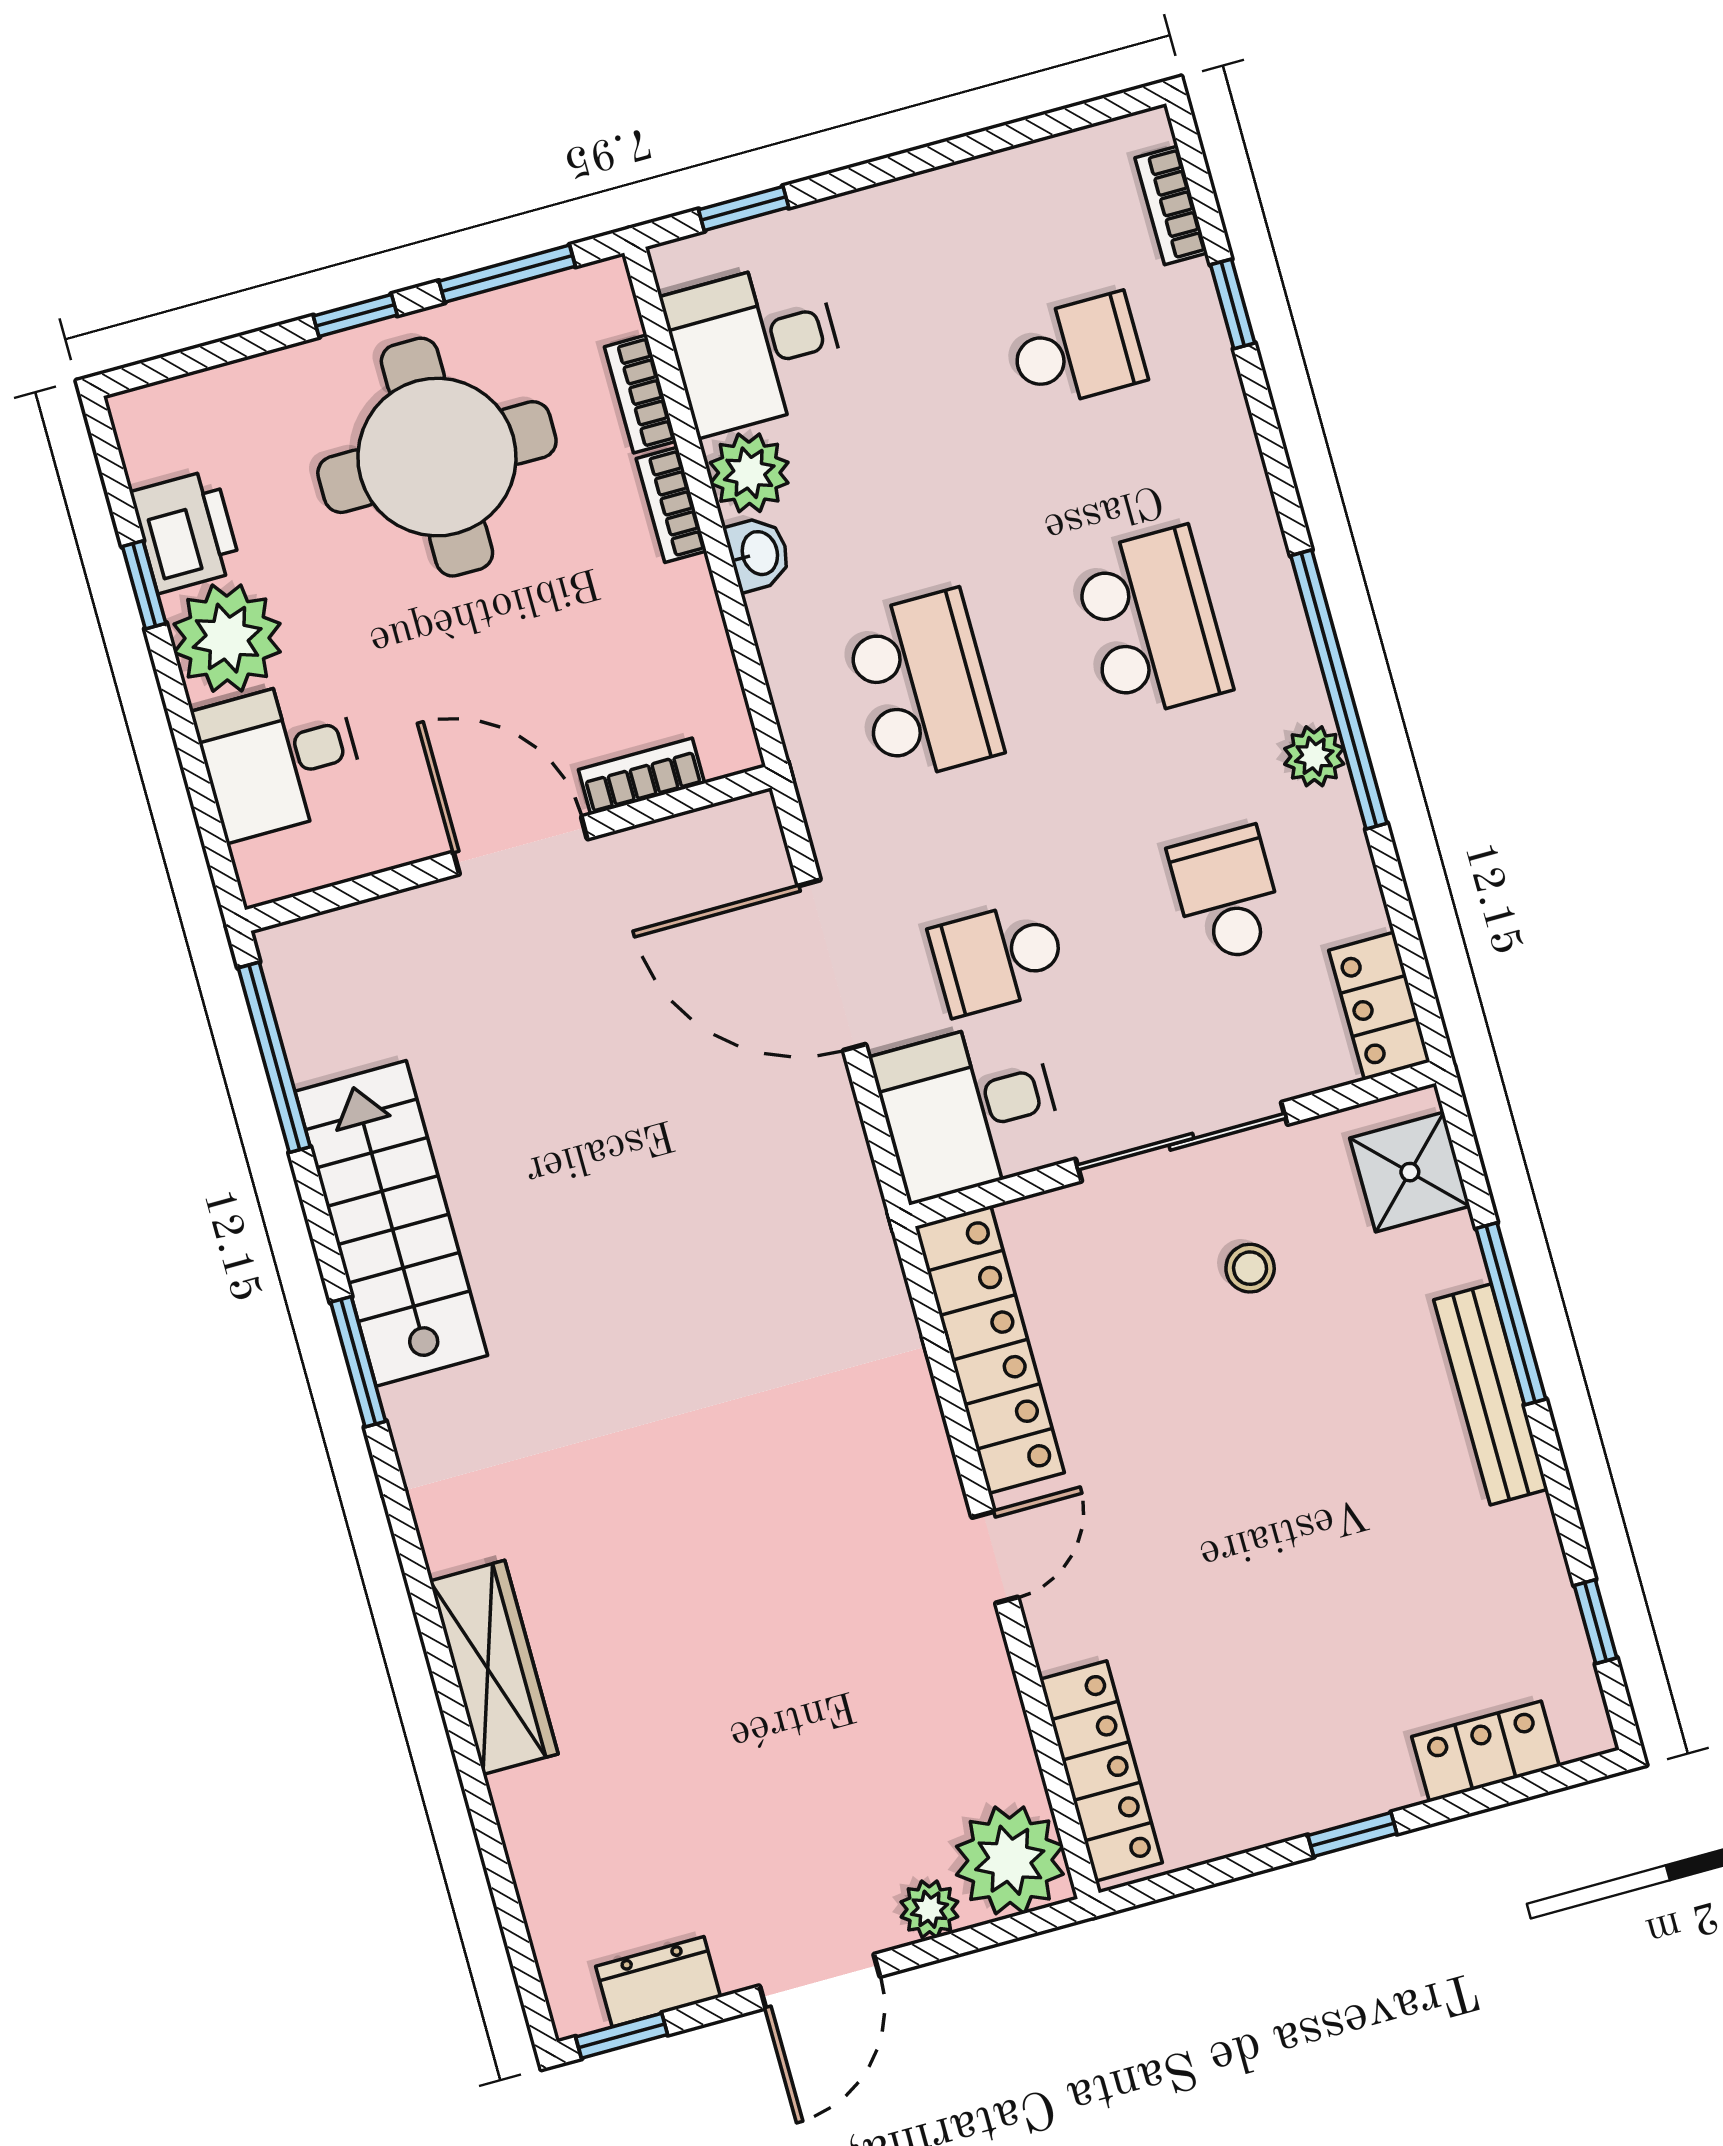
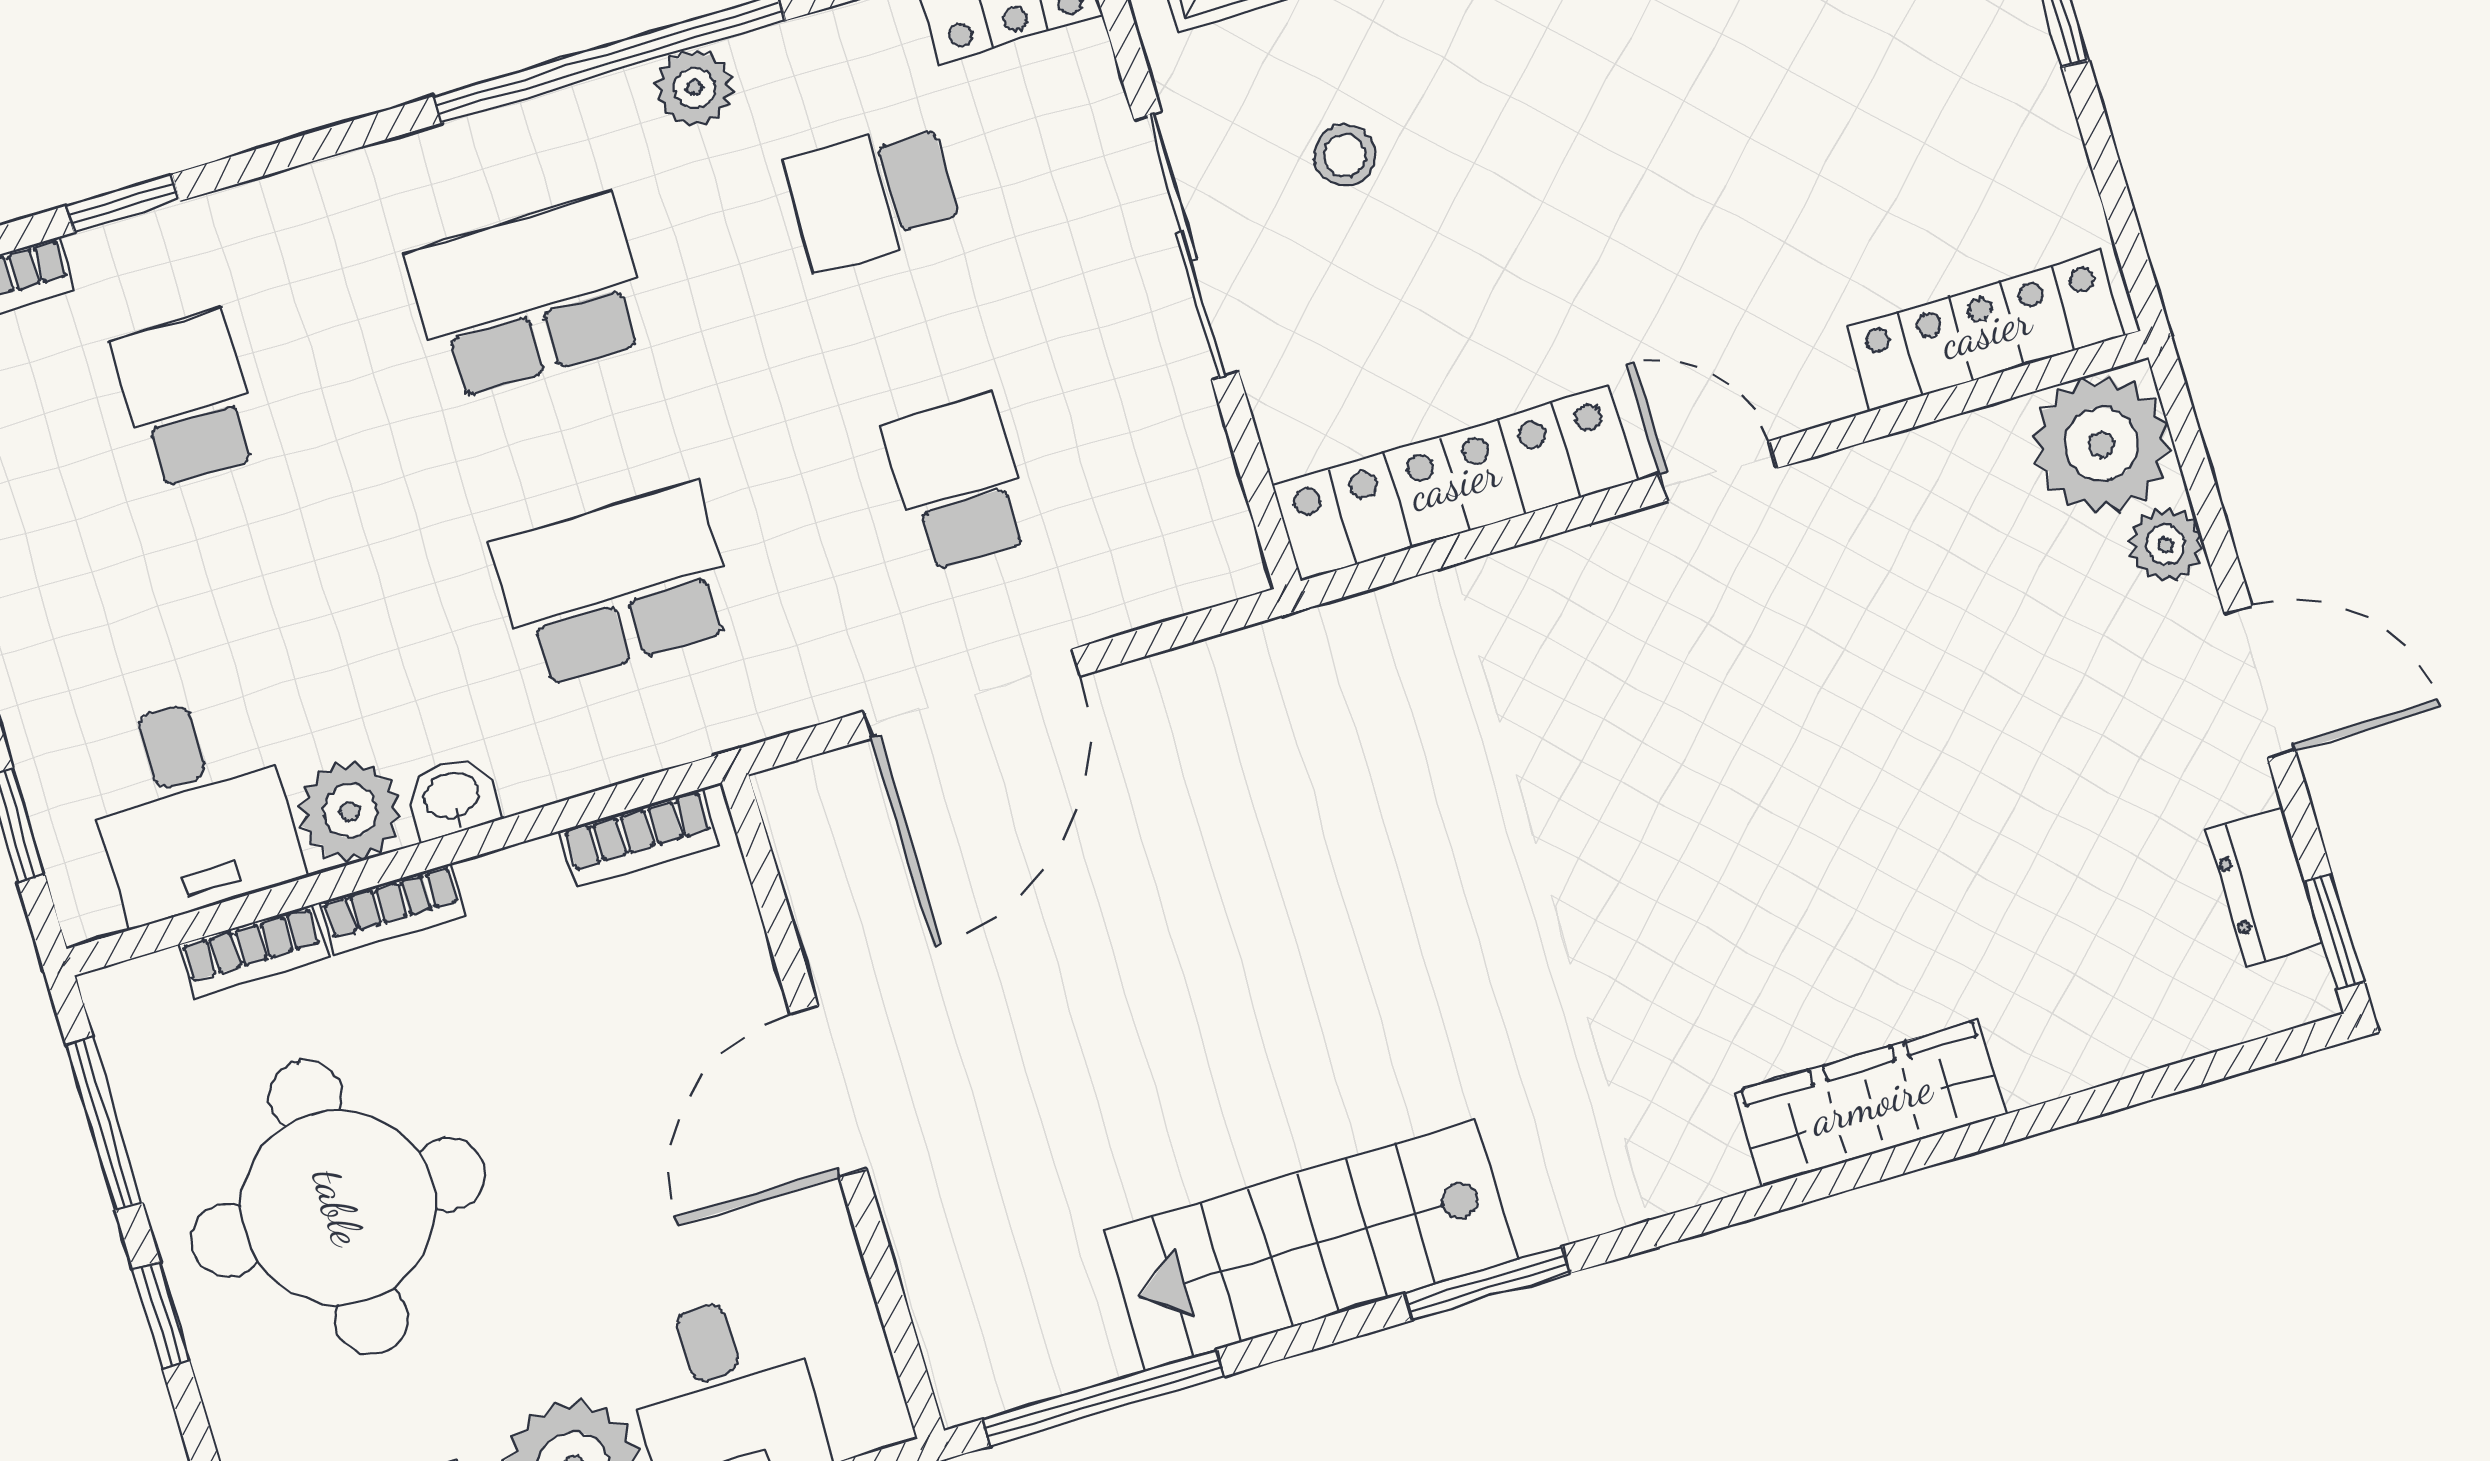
bookcase: (641, 776) -> (640, 838), moved, turned -90
school desk: (998, 958) -> (958, 483), turned 180
desk: (969, 1109) -> (1151, 516), removed

